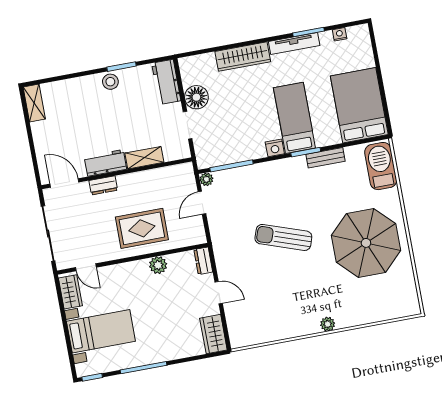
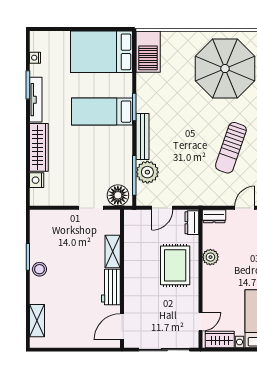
workbench: (166, 82) -> (49, 220), removed
floor lamp: (196, 97) -> (118, 195), moved
shelving: (34, 103) -> (37, 321), moved, turned 90
nightstand: (275, 148) -> (37, 180), moved, turned 180
bench: (325, 158) -> (143, 137), moved, width x1.36
barbecue: (381, 166) -> (148, 52), moved, turned -90
plant: (206, 179) -> (147, 172), moved, width x1.87, depth x1.87
dresser: (103, 185) -> (192, 223), moved, turned 180
door: (202, 203) -> (162, 208), hinge flipped
sun lounger: (283, 237) -> (231, 148), moved

